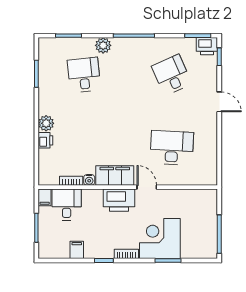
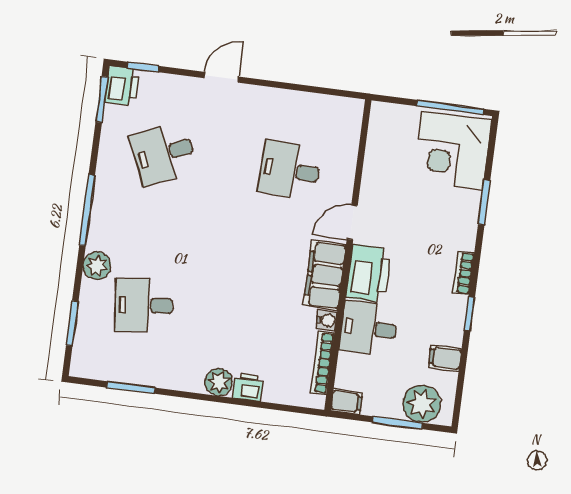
desk: (172, 148) -> (290, 170), width x0.73
bookcase: (71, 181) -> (322, 363), width x1.56
desk: (67, 204) -> (369, 328), moved
corner desk: (160, 238) -> (452, 150), moved
plant: (49, 240) -> (422, 404), added

